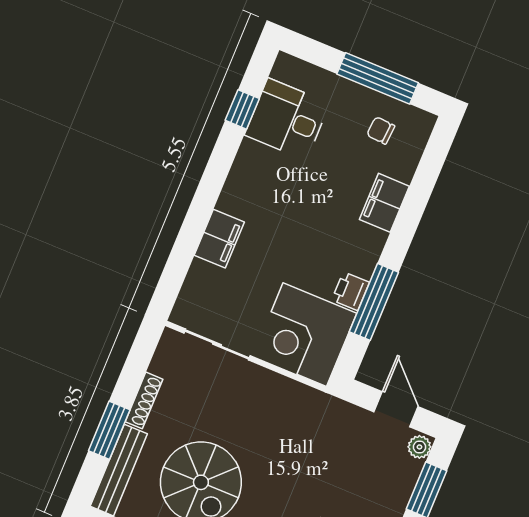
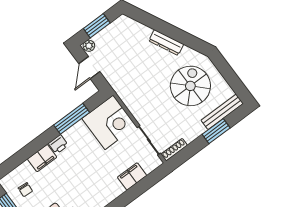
filing cabinet: (219, 239) -> (132, 176), moved
printer: (351, 291) -> (58, 144), moved
shoe rack: (144, 400) -> (174, 150), moved

